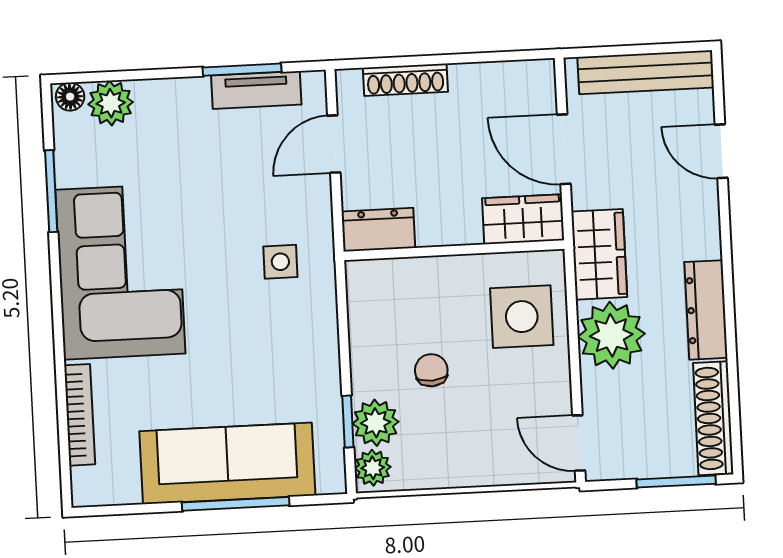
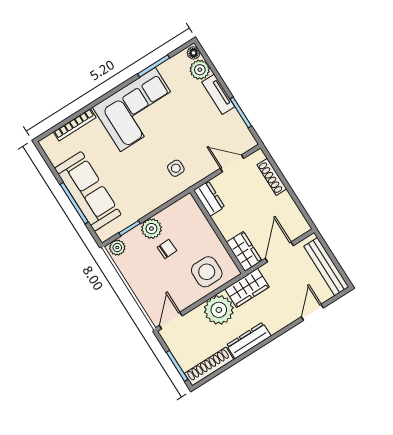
tv unit: (256, 90) -> (218, 94), moved
plant: (376, 423) -> (151, 229), moved

